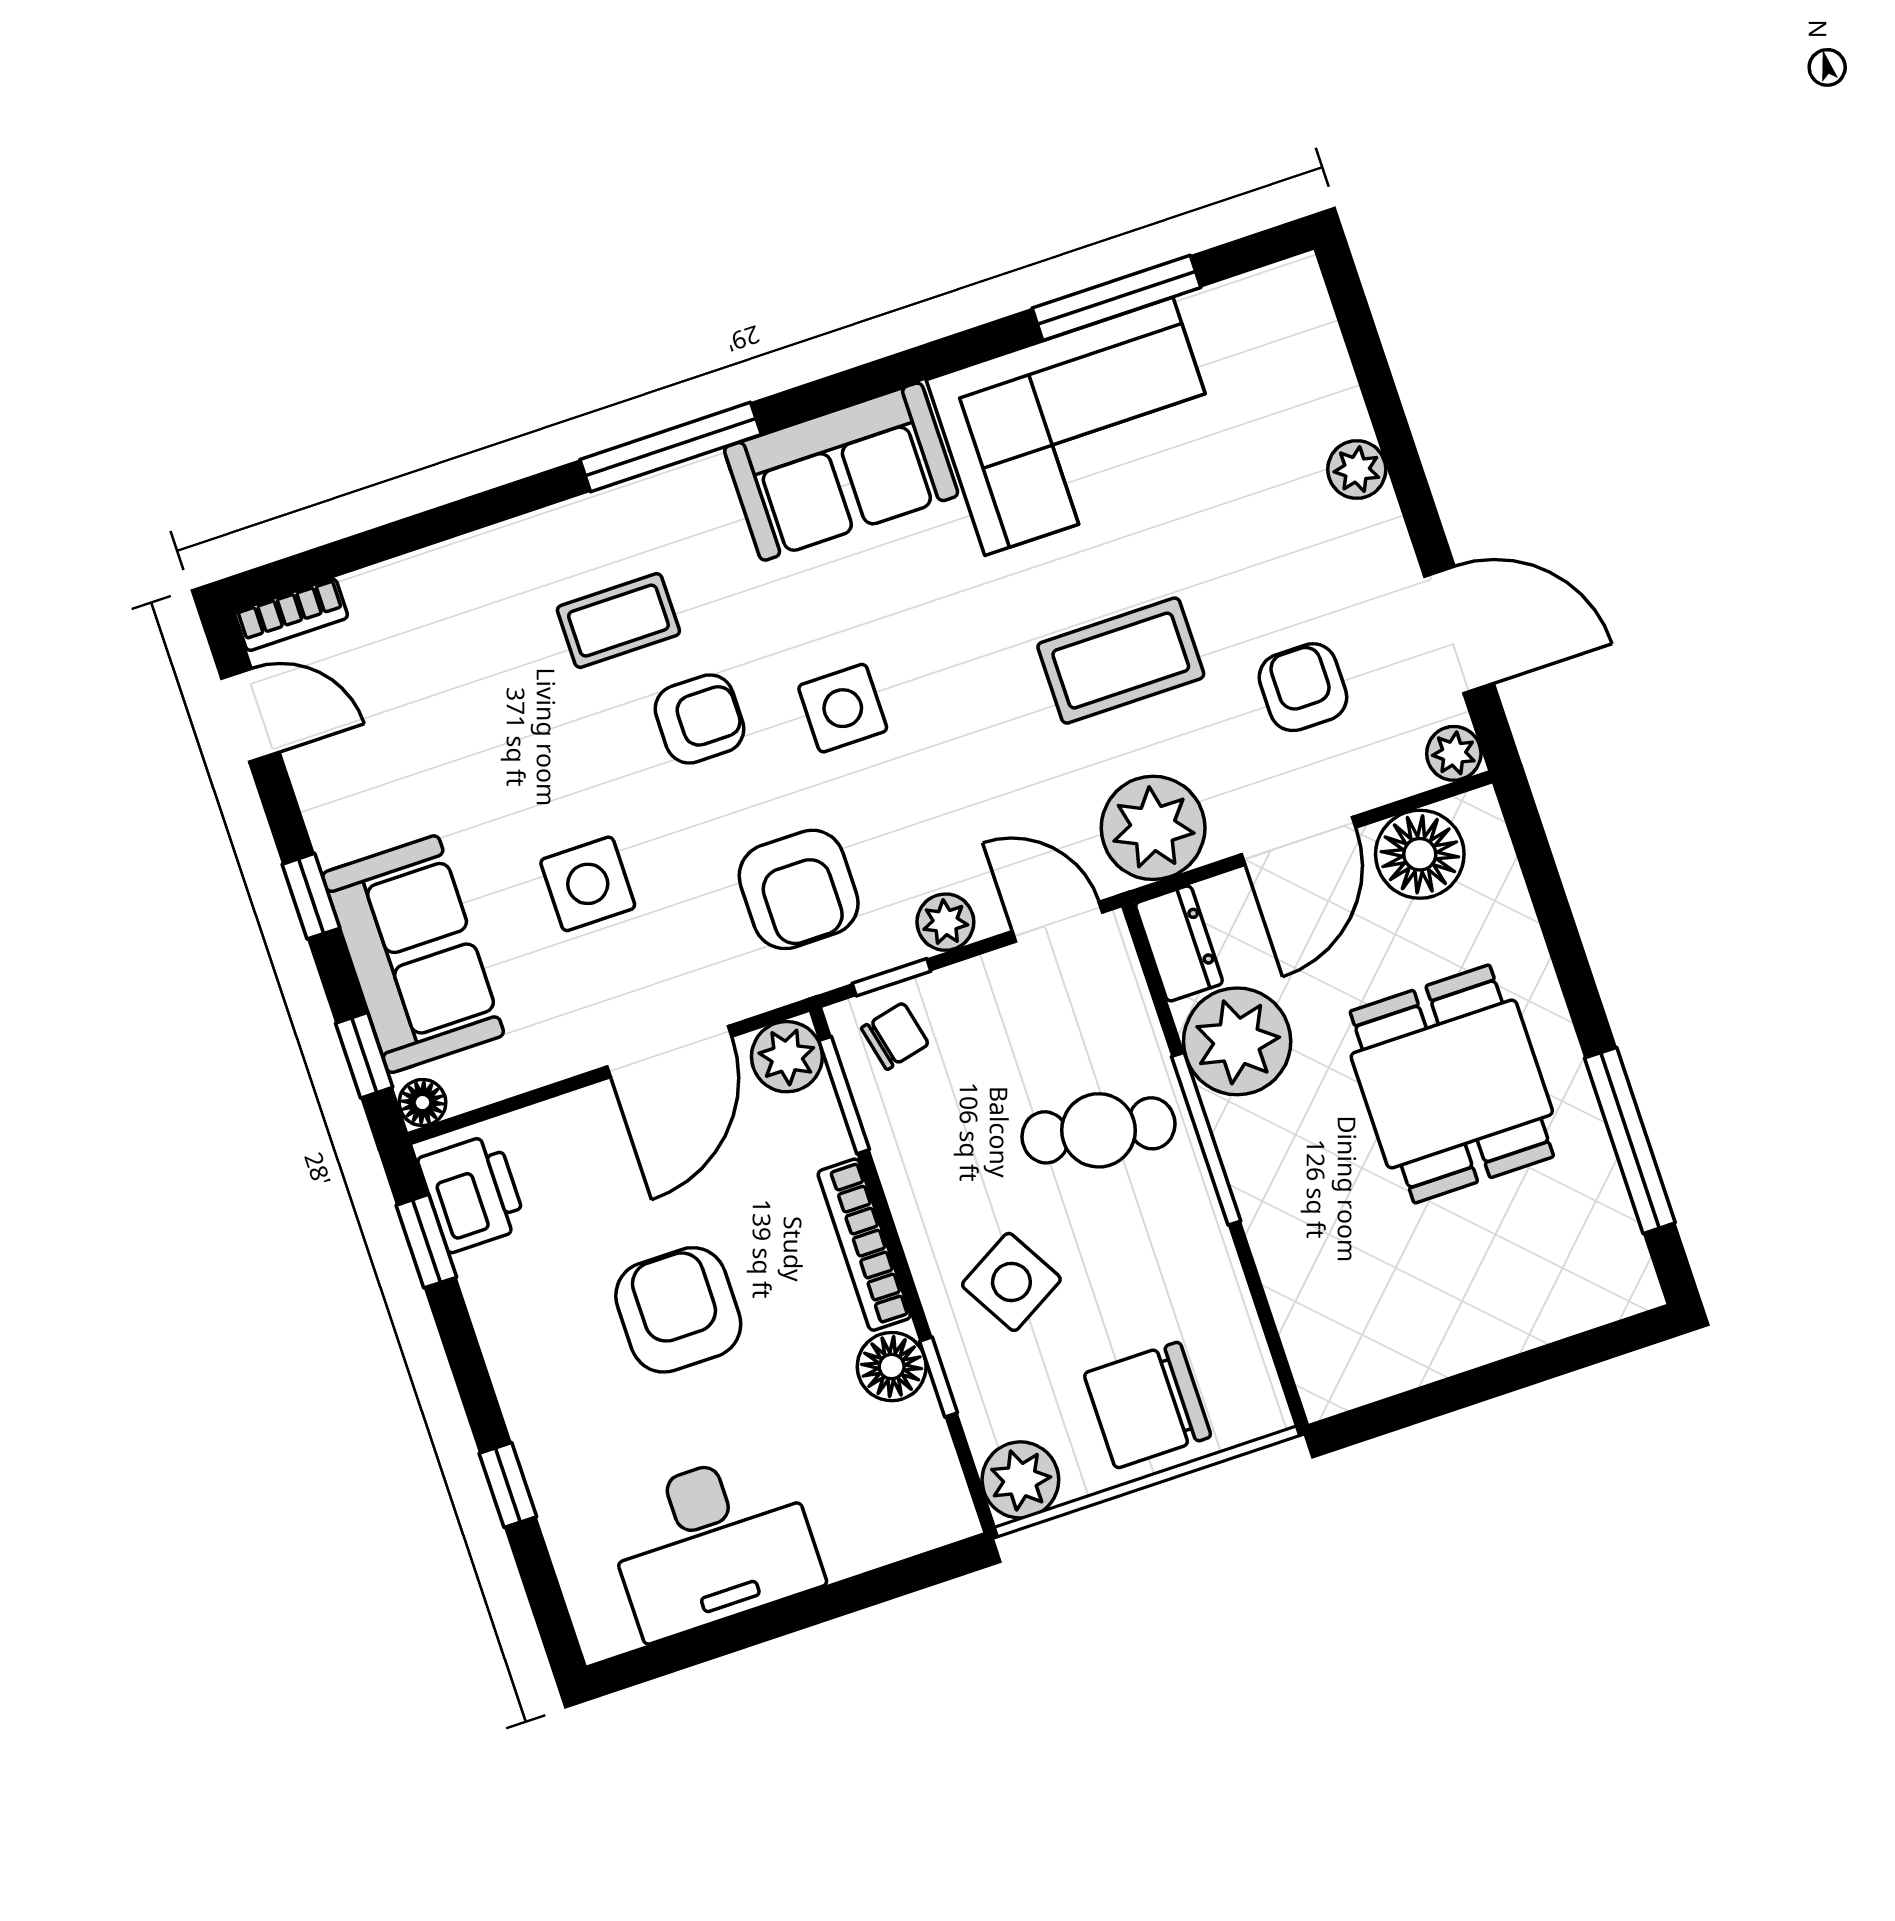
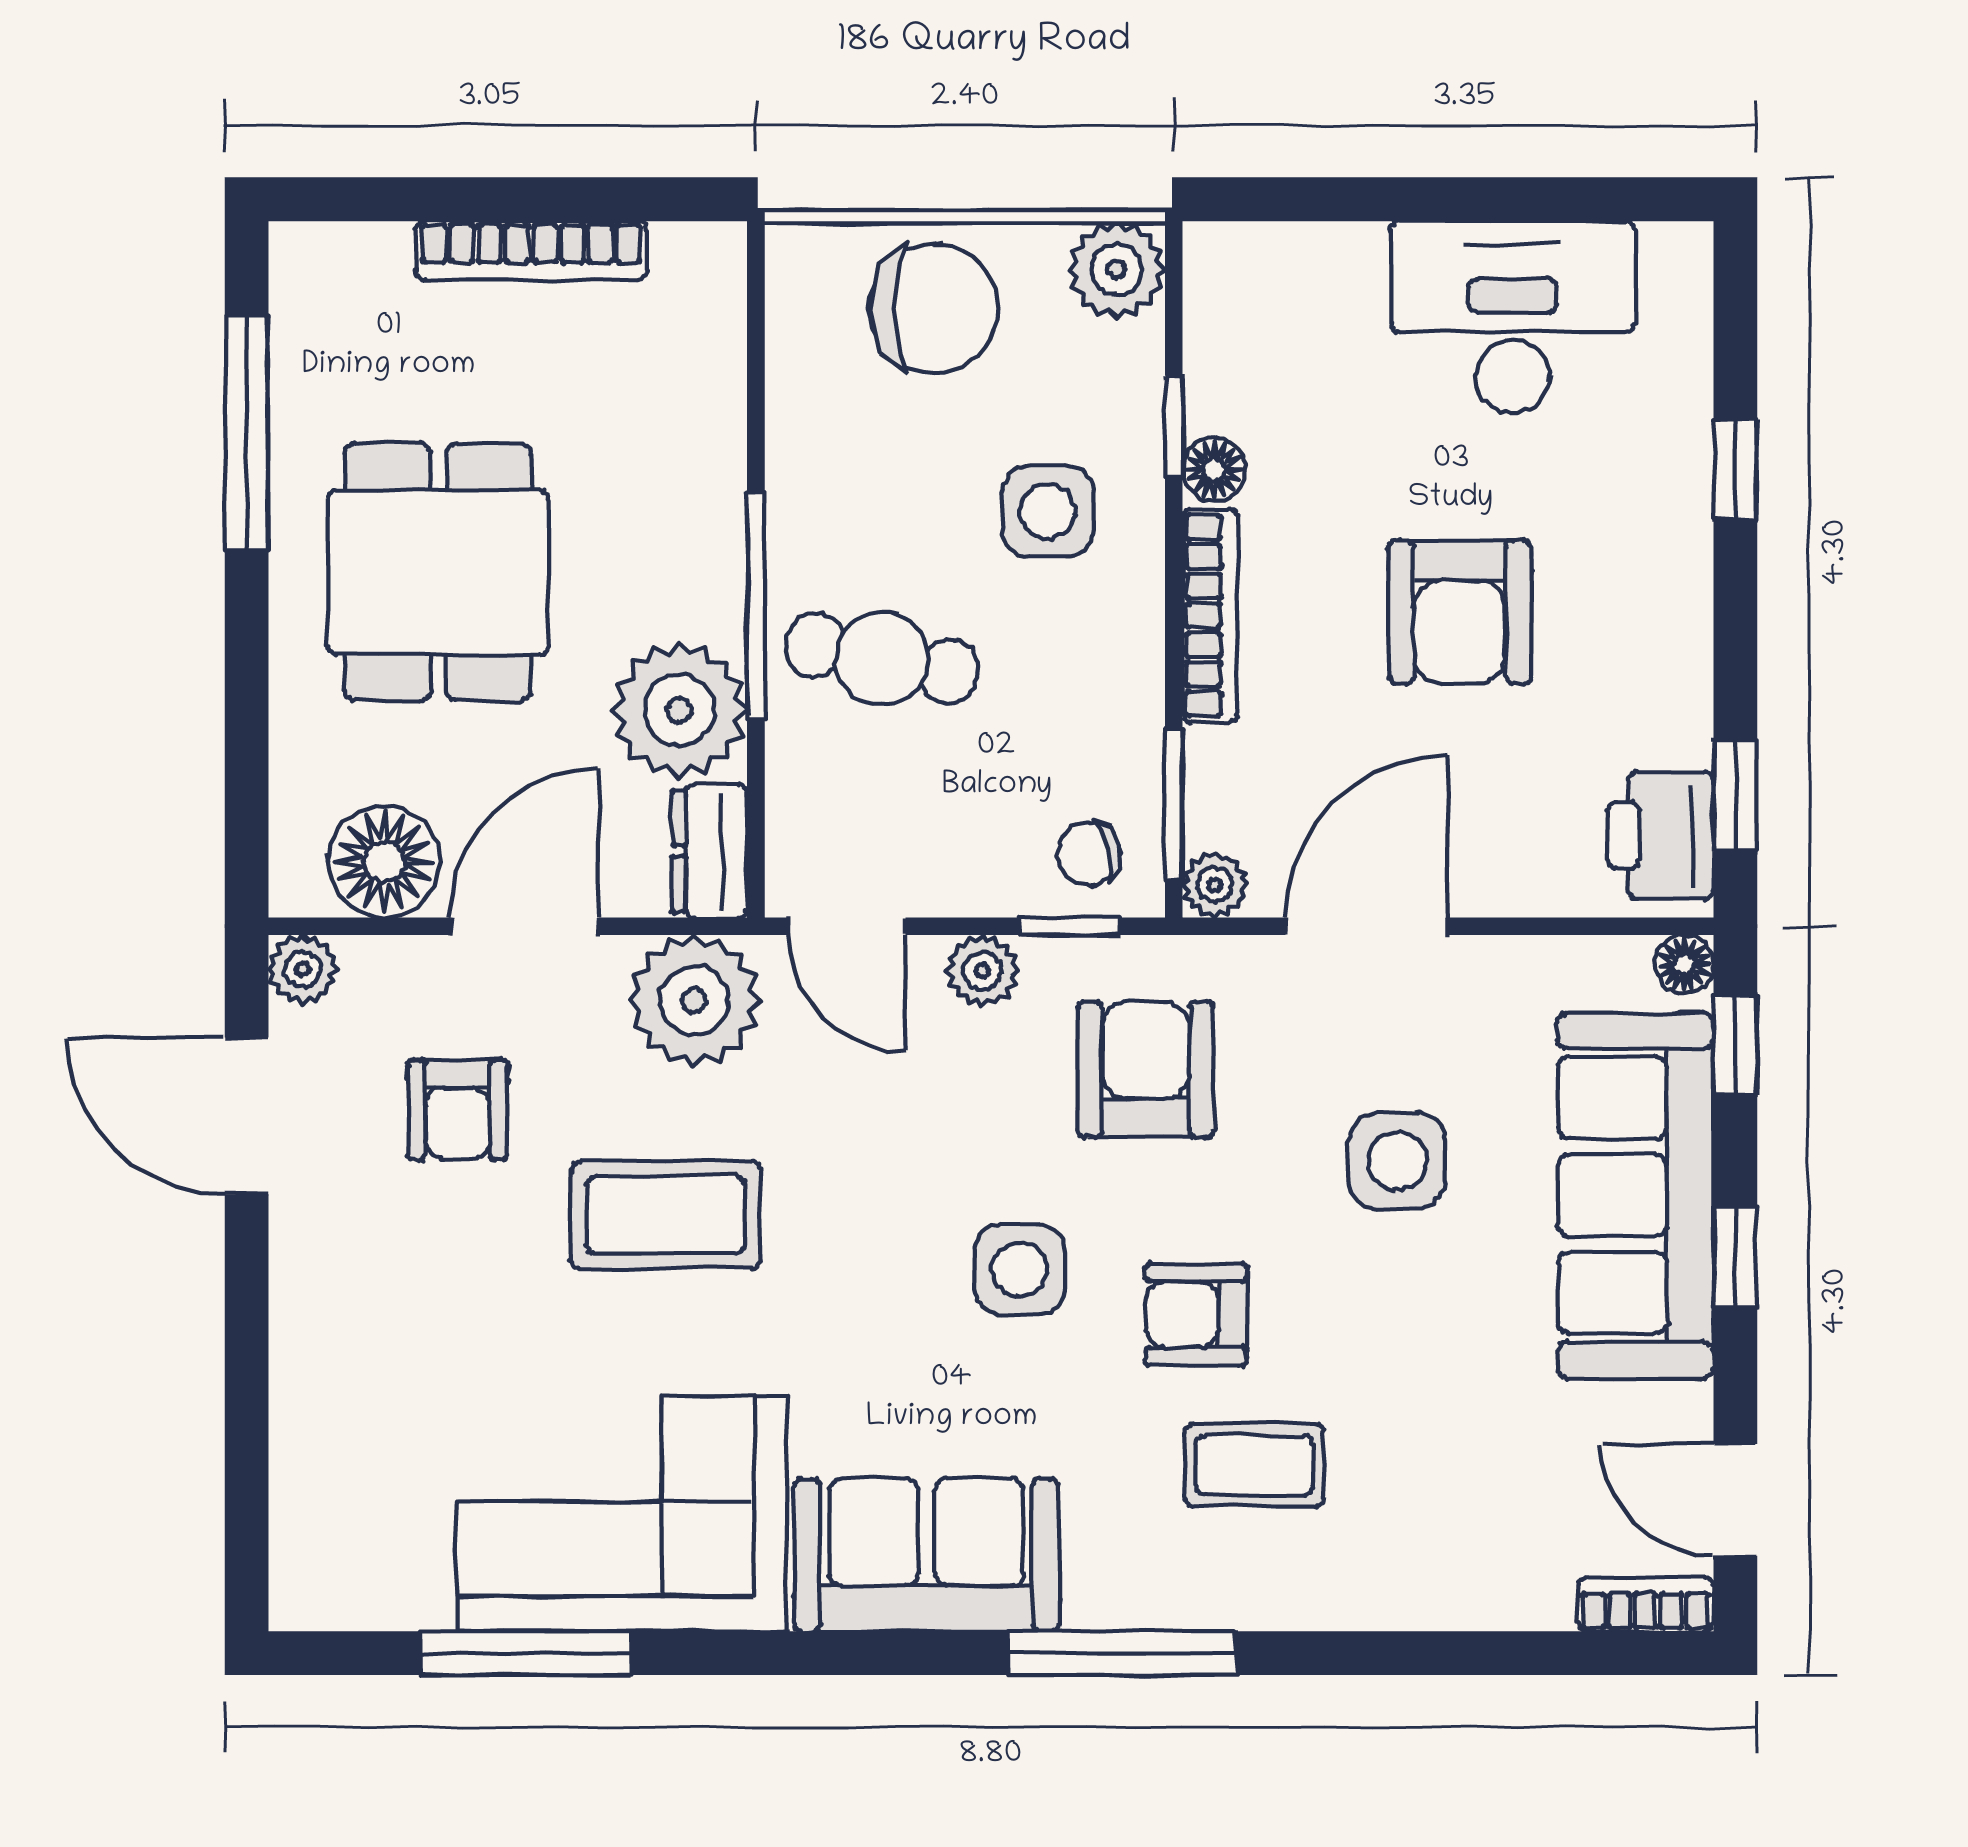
plant: (1357, 470) -> (305, 1350), removed
sofa: (413, 954) -> (1636, 1195), width x1.36
plant: (787, 1057) -> (1215, 885), width x0.73, depth x0.73
side table: (1011, 1282) -> (1048, 511), turned 30
bookcase: (1463, 1348) -> (531, 251), added
floor lamp: (892, 1367) -> (1214, 470), width x0.73, depth x0.73

